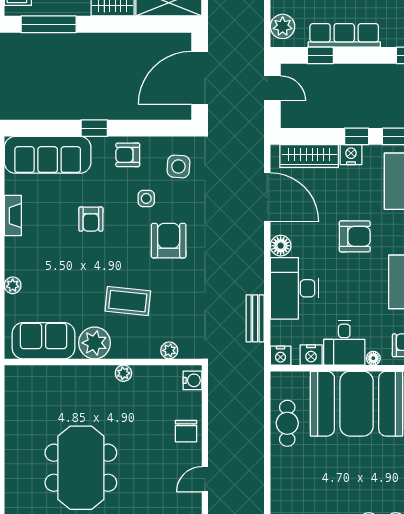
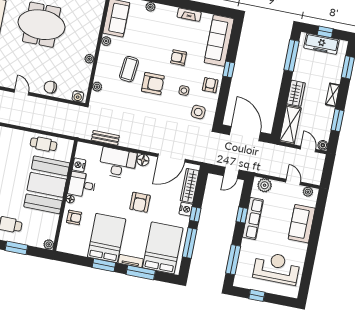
window: (320, 55) -> (242, 215), moved
armchair: (169, 241) -> (153, 84), moved
plant: (95, 343) -> (106, 41), width x0.53, depth x0.53
nightstand: (281, 356) -> (82, 148), removed

